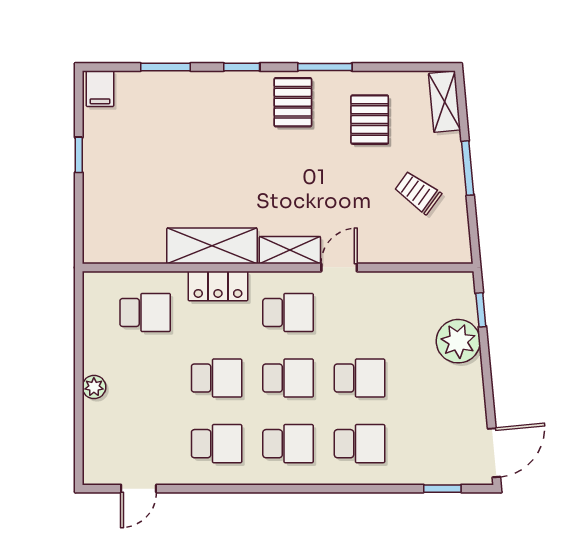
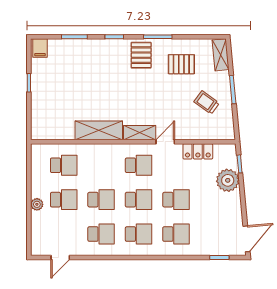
pallet: (370, 120) -> (181, 64), turned 90
locker: (218, 286) -> (198, 151), moved
school desk: (145, 378) -> (64, 200), added

